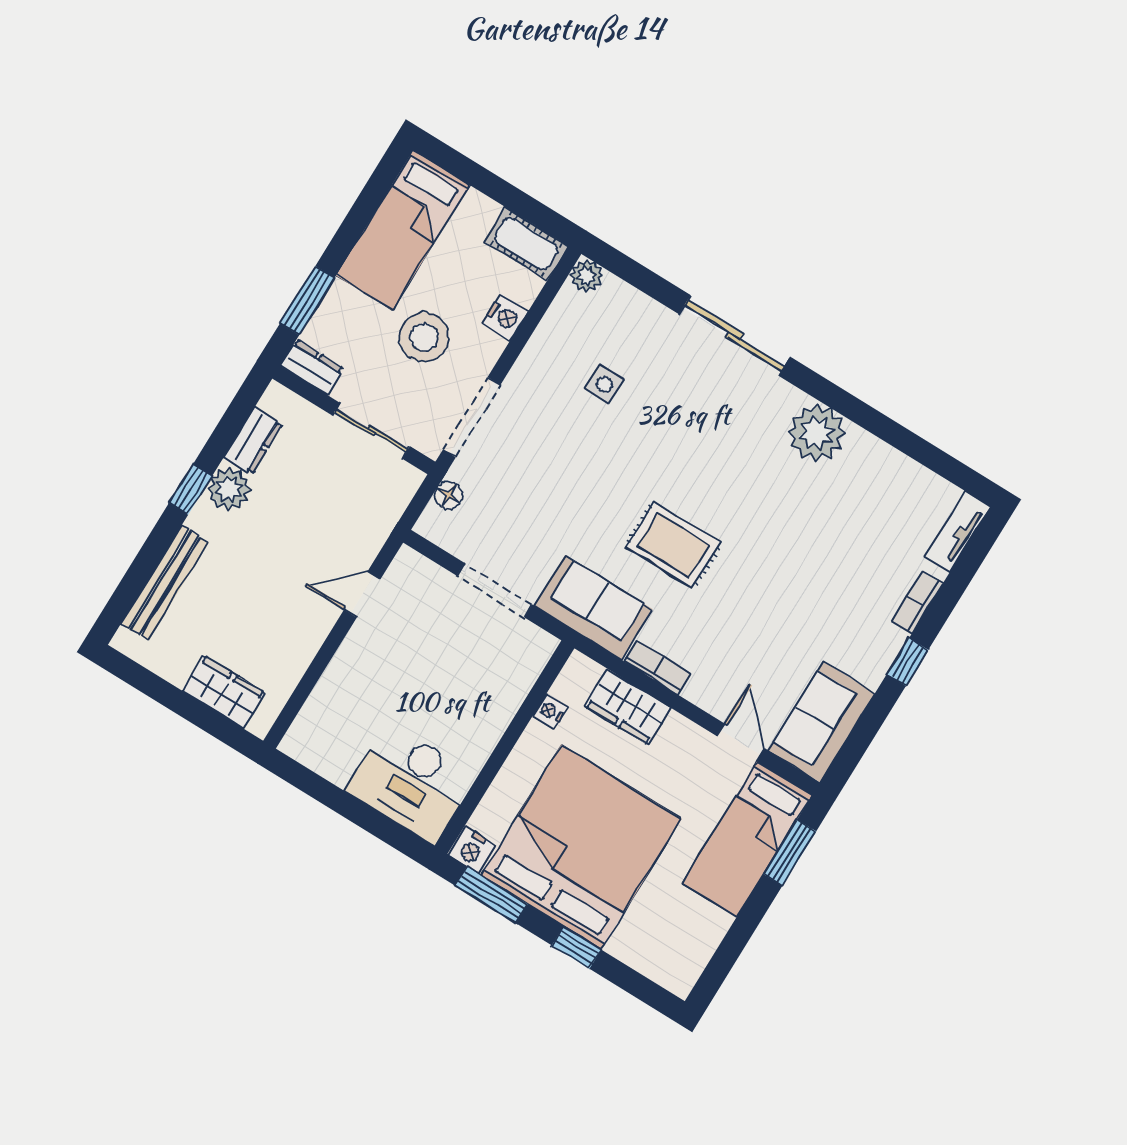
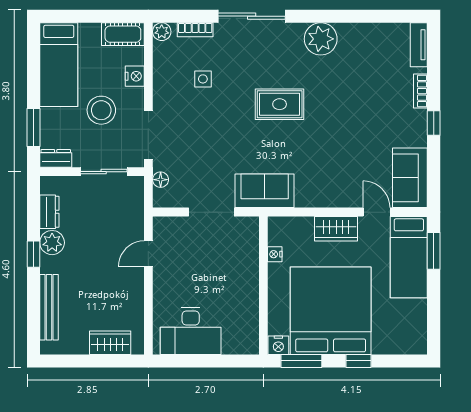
rug: (673, 545) -> (280, 104), moved
bookcase: (657, 667) -> (195, 30), moved, turned 180
wardrobe: (628, 707) -> (336, 229), moved
desk: (411, 783) -> (191, 331), moved

